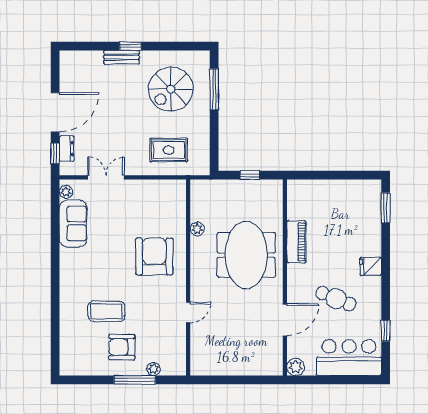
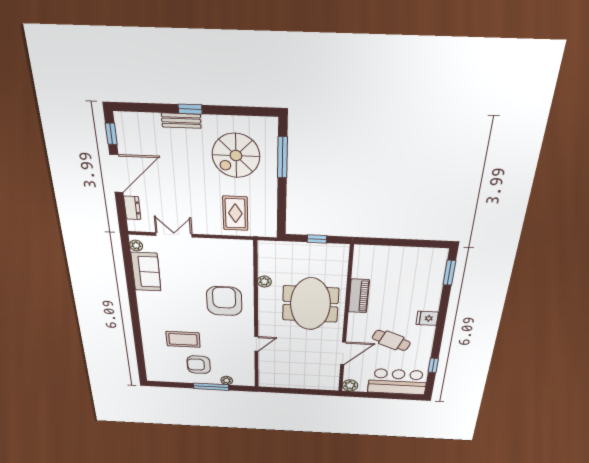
rug: (169, 150) -> (235, 213), turned 90
window: (55, 154) -> (111, 134), moved

